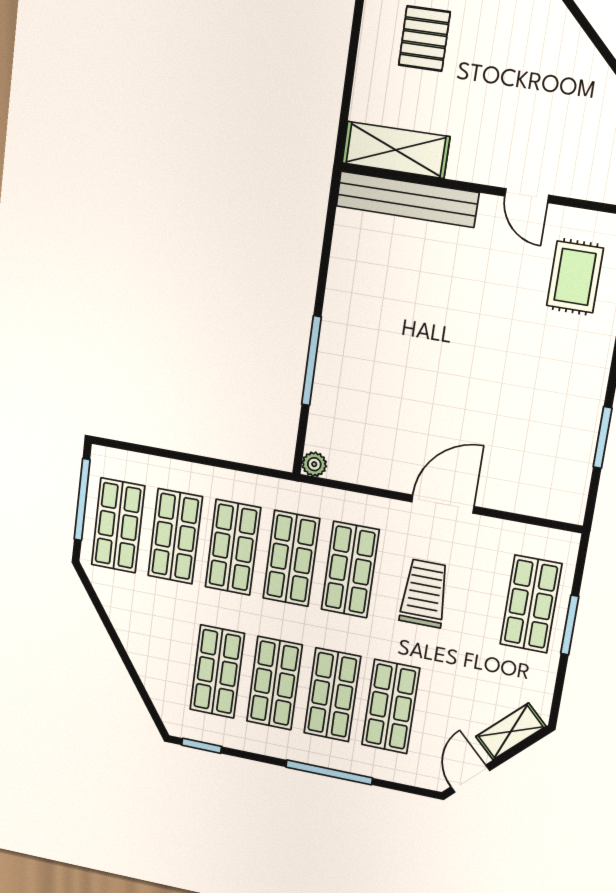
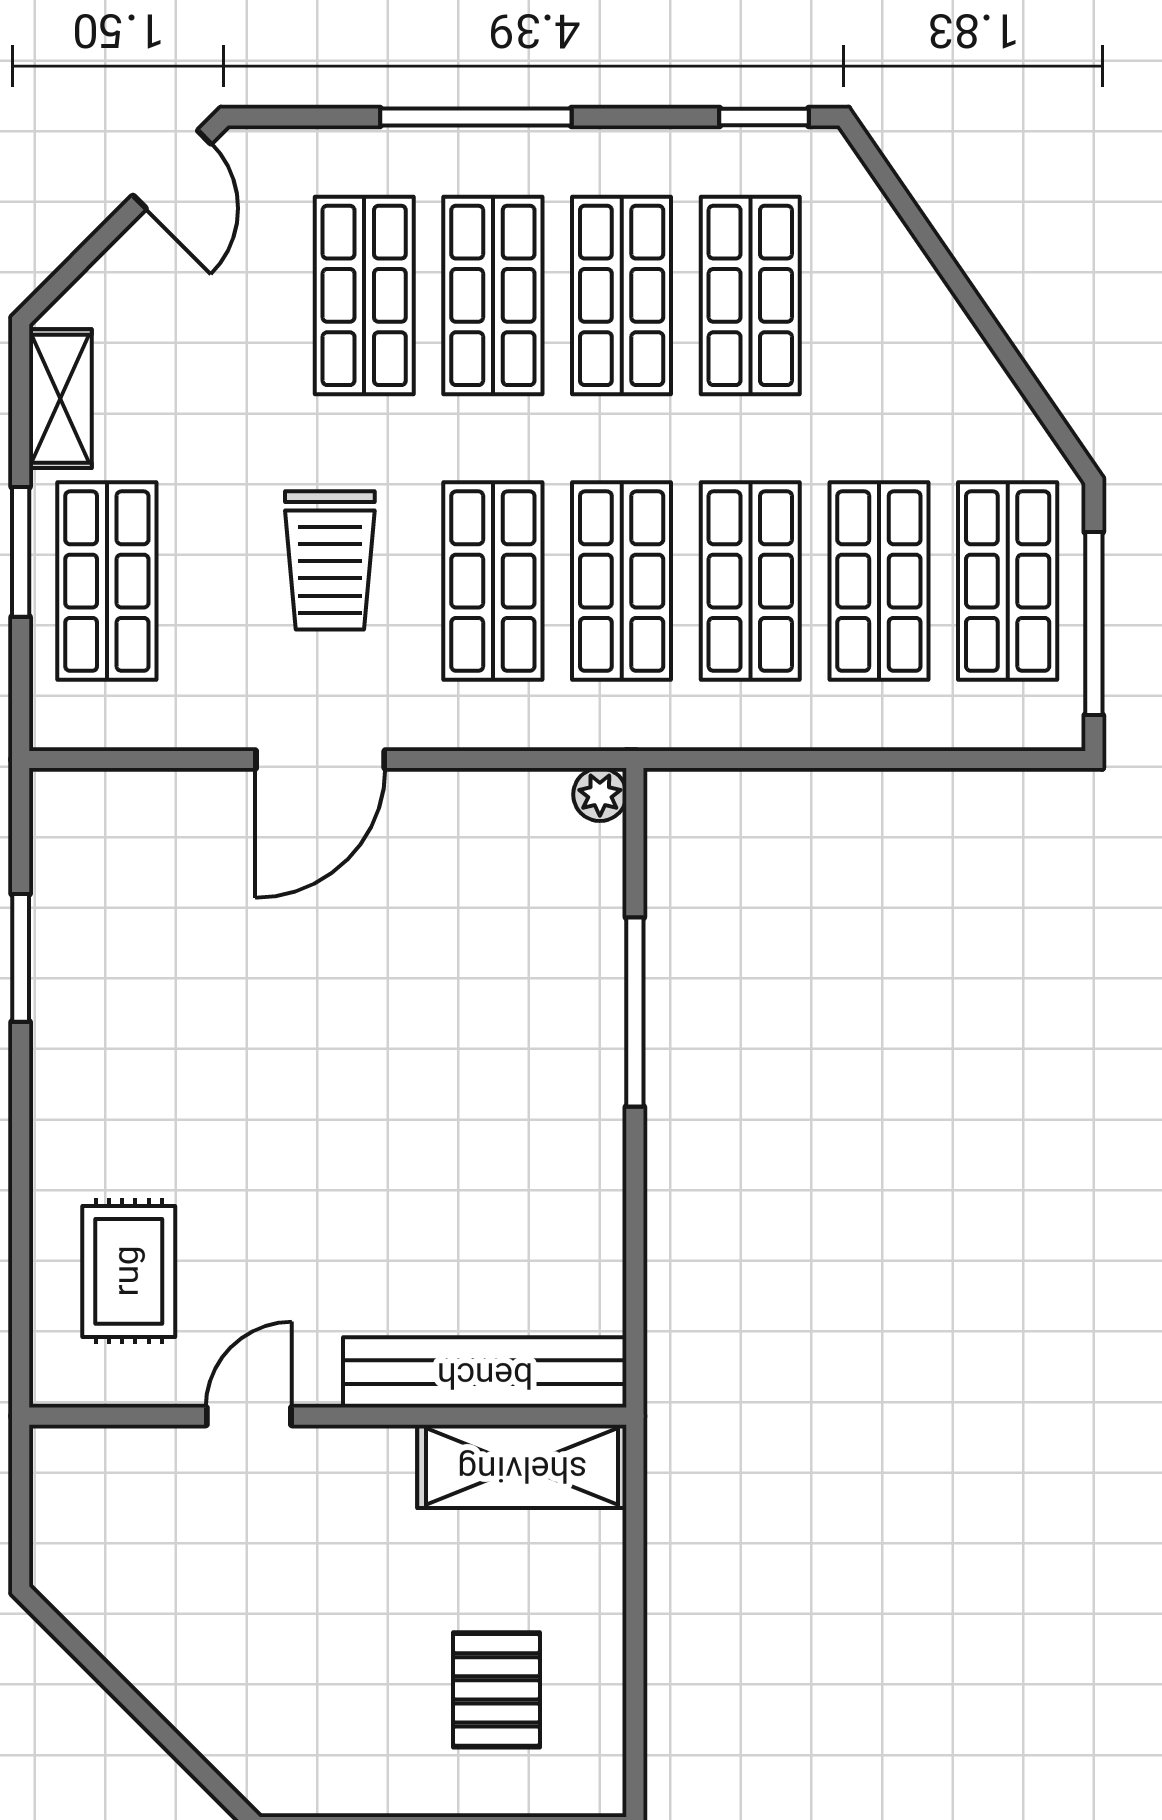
door: (527, 196) -> (249, 1416), hinge flipped
shelving: (511, 732) -> (60, 399), moved, turned -45

